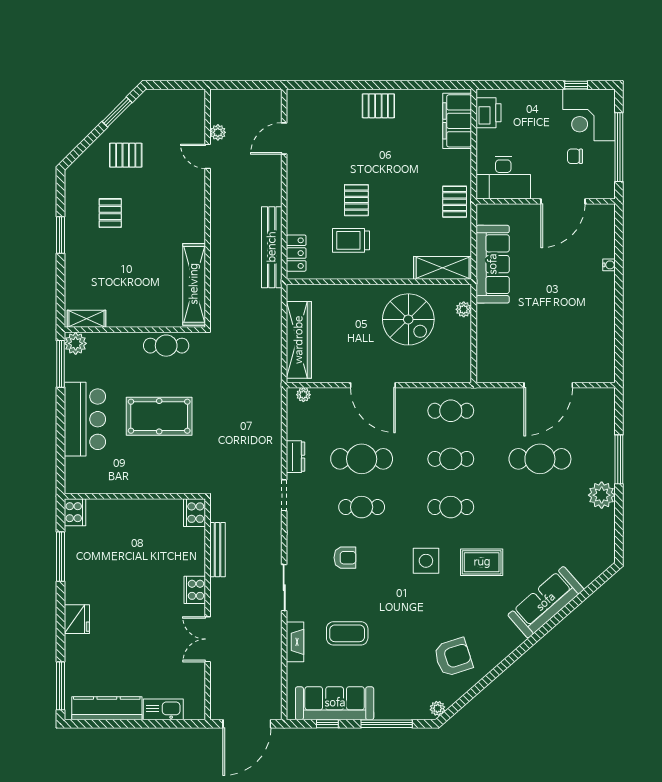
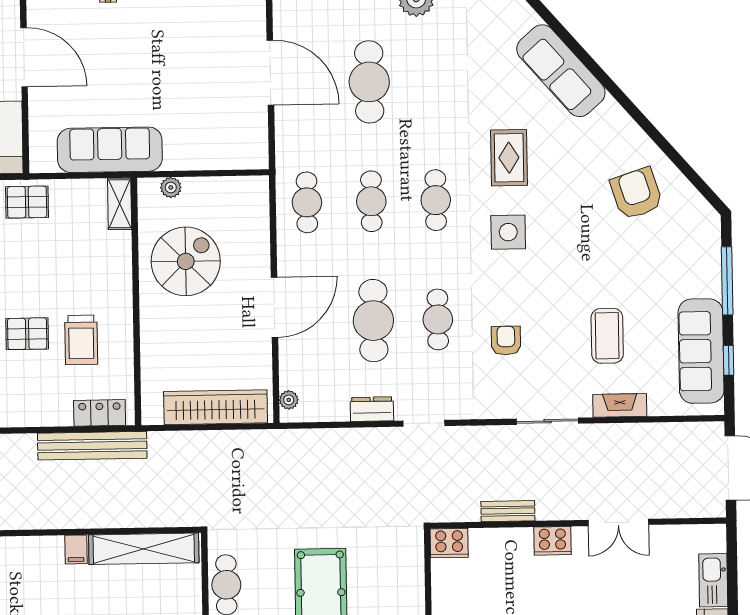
filing cabinet: (195, 234) -> (76, 549), added
shelving: (443, 268) -> (120, 204), width x0.67, depth x0.75
bench: (218, 550) -> (508, 511), width x0.73
plant: (438, 708) -> (705, 213), removed

